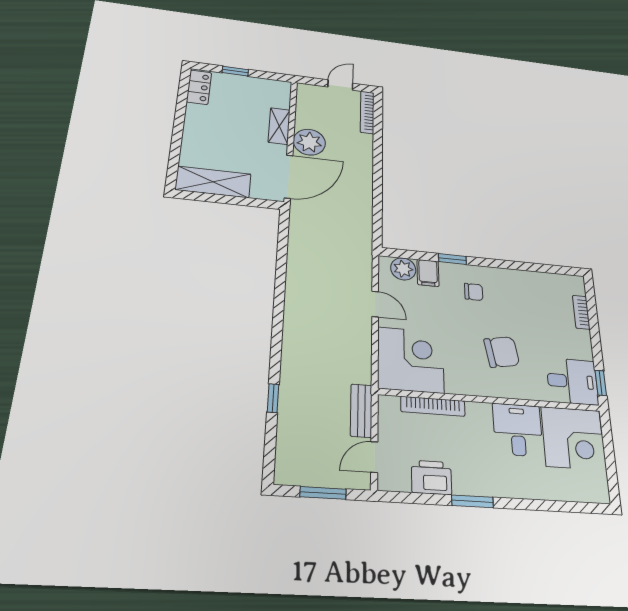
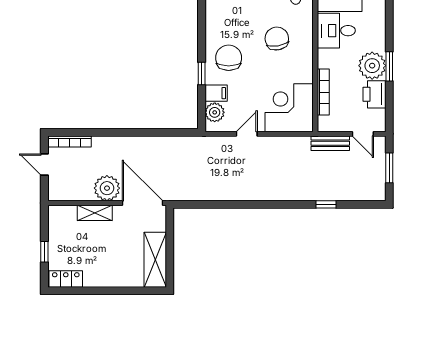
chair: (474, 292) -> (229, 58), width x1.87, depth x1.87
plant: (472, 477) -> (372, 66), added

